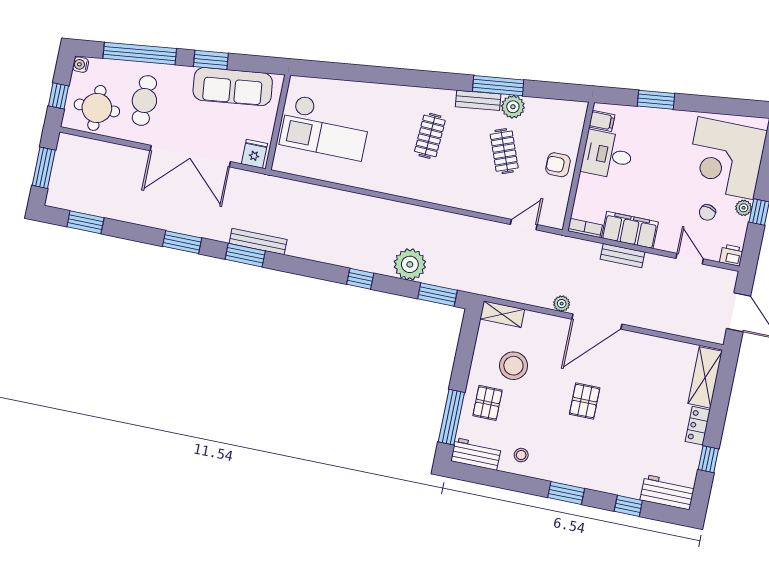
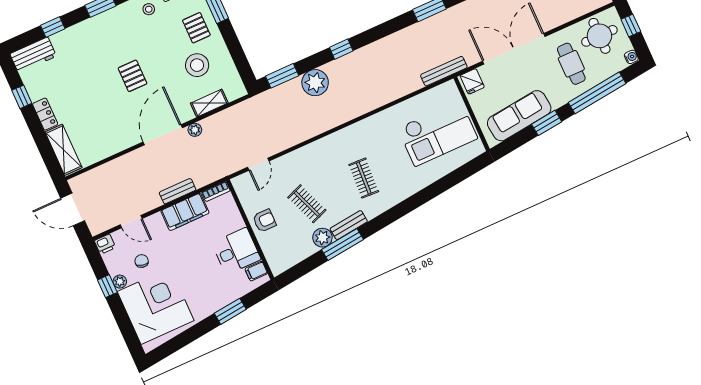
checkout: (325, 127) -> (438, 133), turned 180
bench: (258, 242) -> (444, 71), moved
shelving: (502, 314) -> (209, 103), moved

